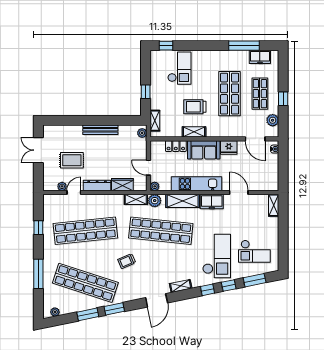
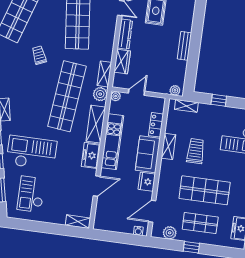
bench: (100, 130) -> (184, 46), width x0.73
checkout: (217, 256) -> (32, 153), turned 180

